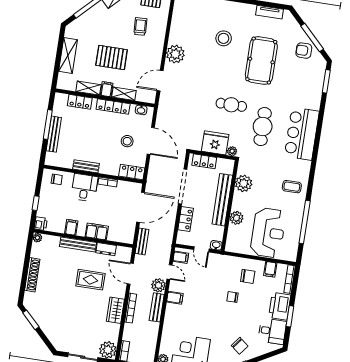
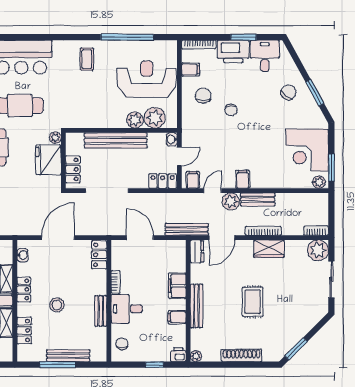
locker: (113, 107) -> (24, 289), width x0.66
stool: (127, 141) -> (57, 305), moved
plant: (244, 183) -> (155, 118), moved
door: (140, 207) -> (140, 238), width x0.73
locker: (186, 219) -> (163, 181), moved
bench: (142, 241) -> (187, 229), width x1.36
dresser: (106, 249) -> (197, 251), moved
rug: (90, 280) -> (253, 302), moved

